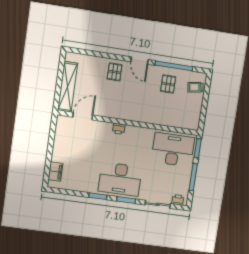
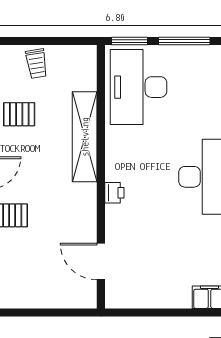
shelving: (68, 87) -> (85, 137), moved, turned 90
trolley: (195, 87) -> (36, 64), moved

